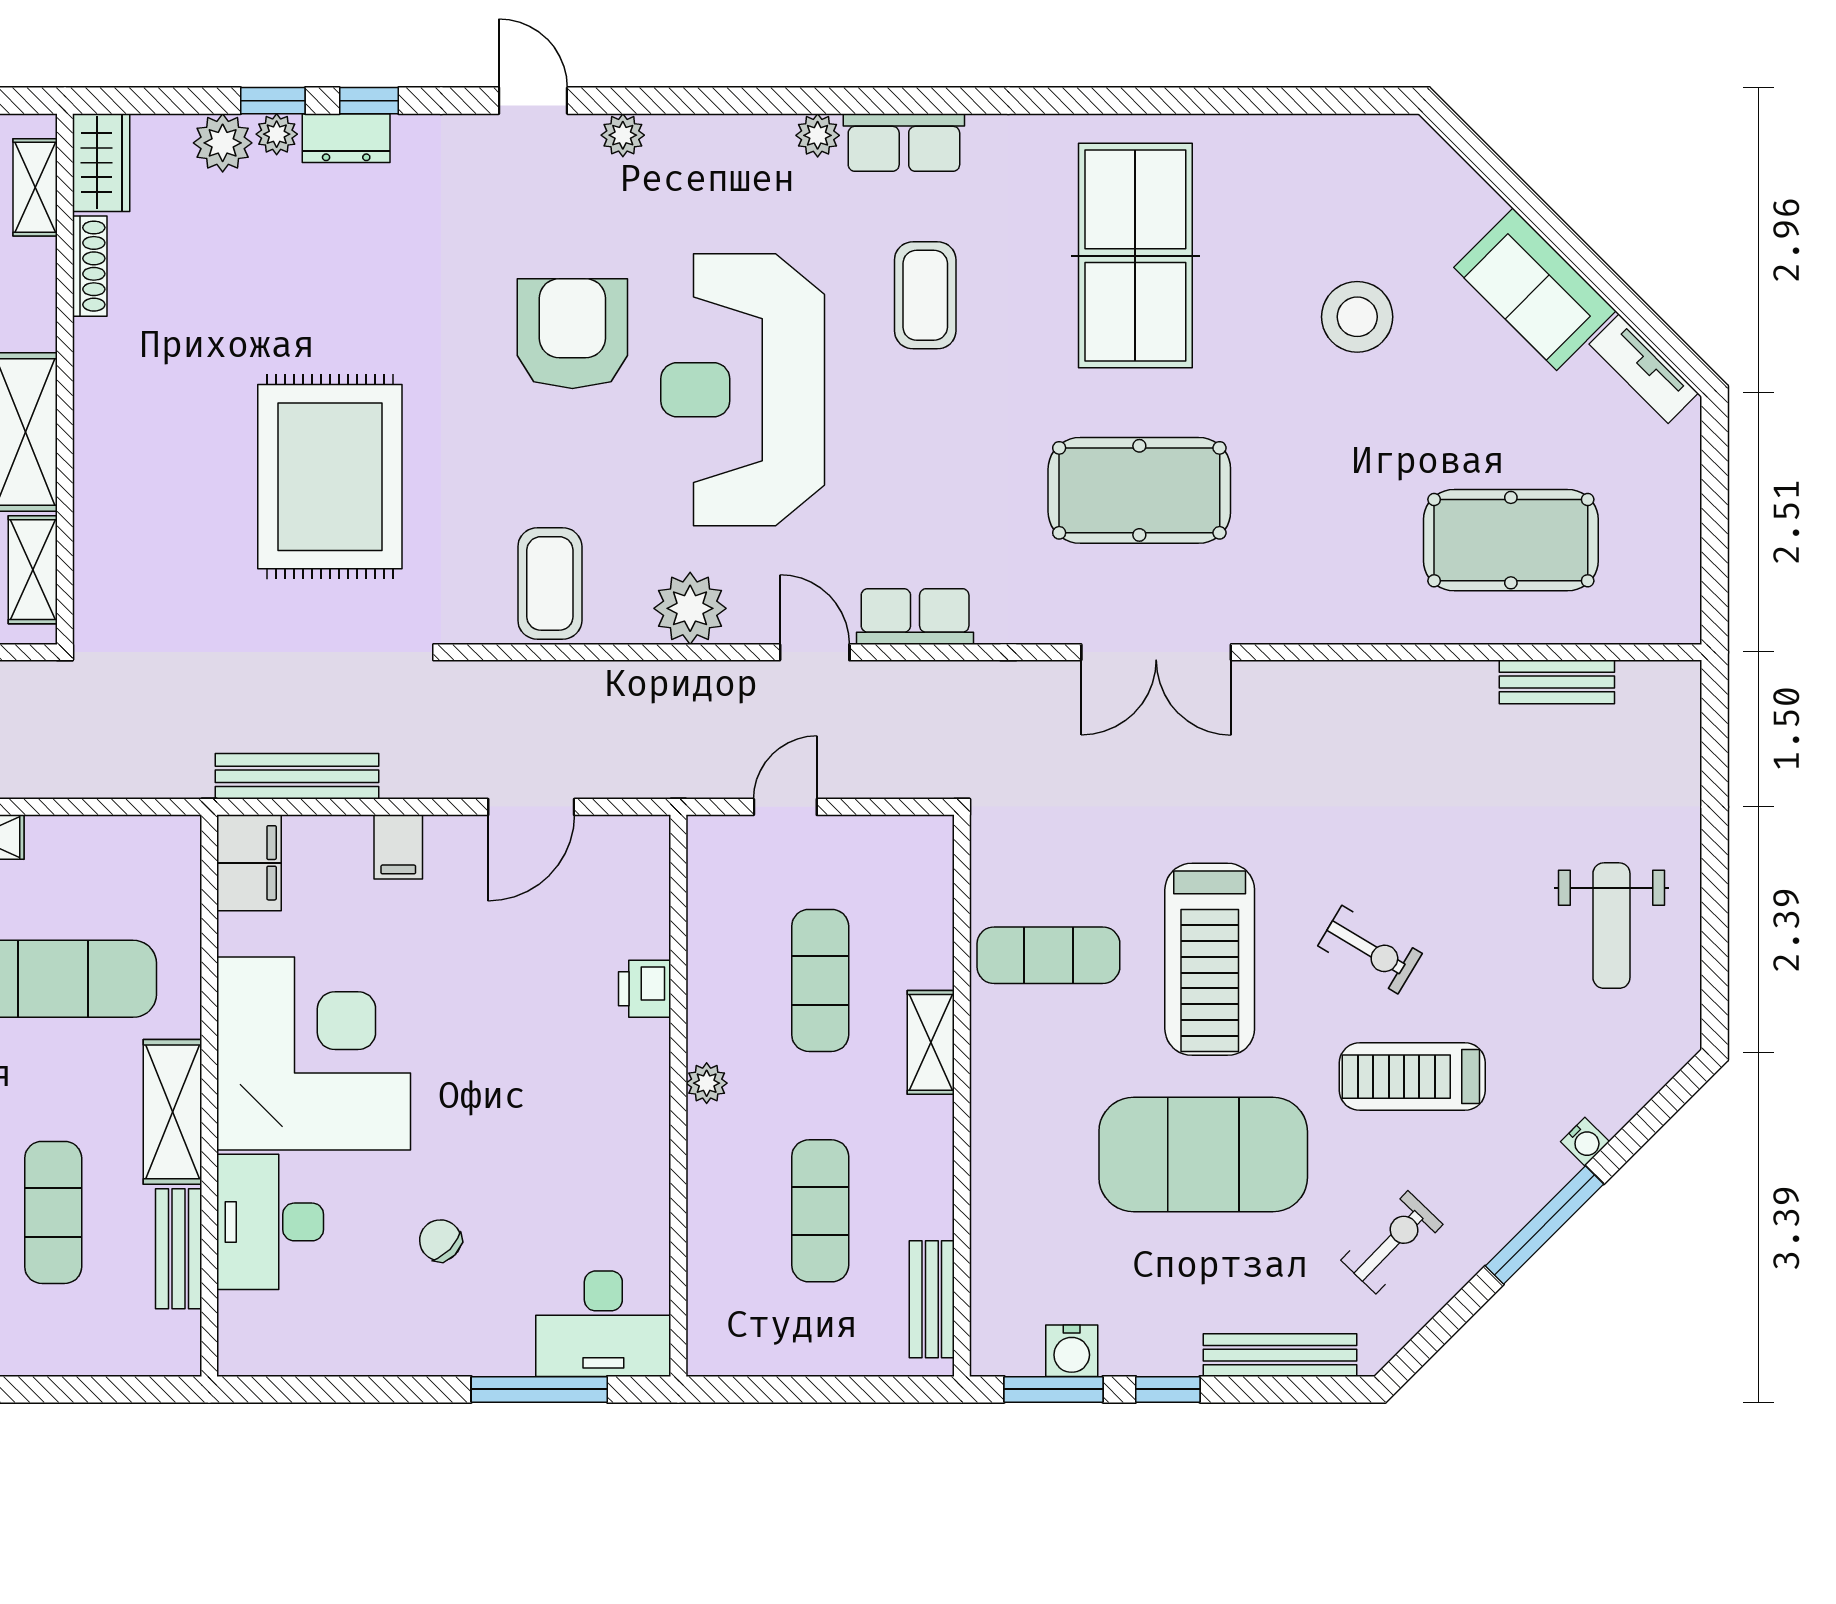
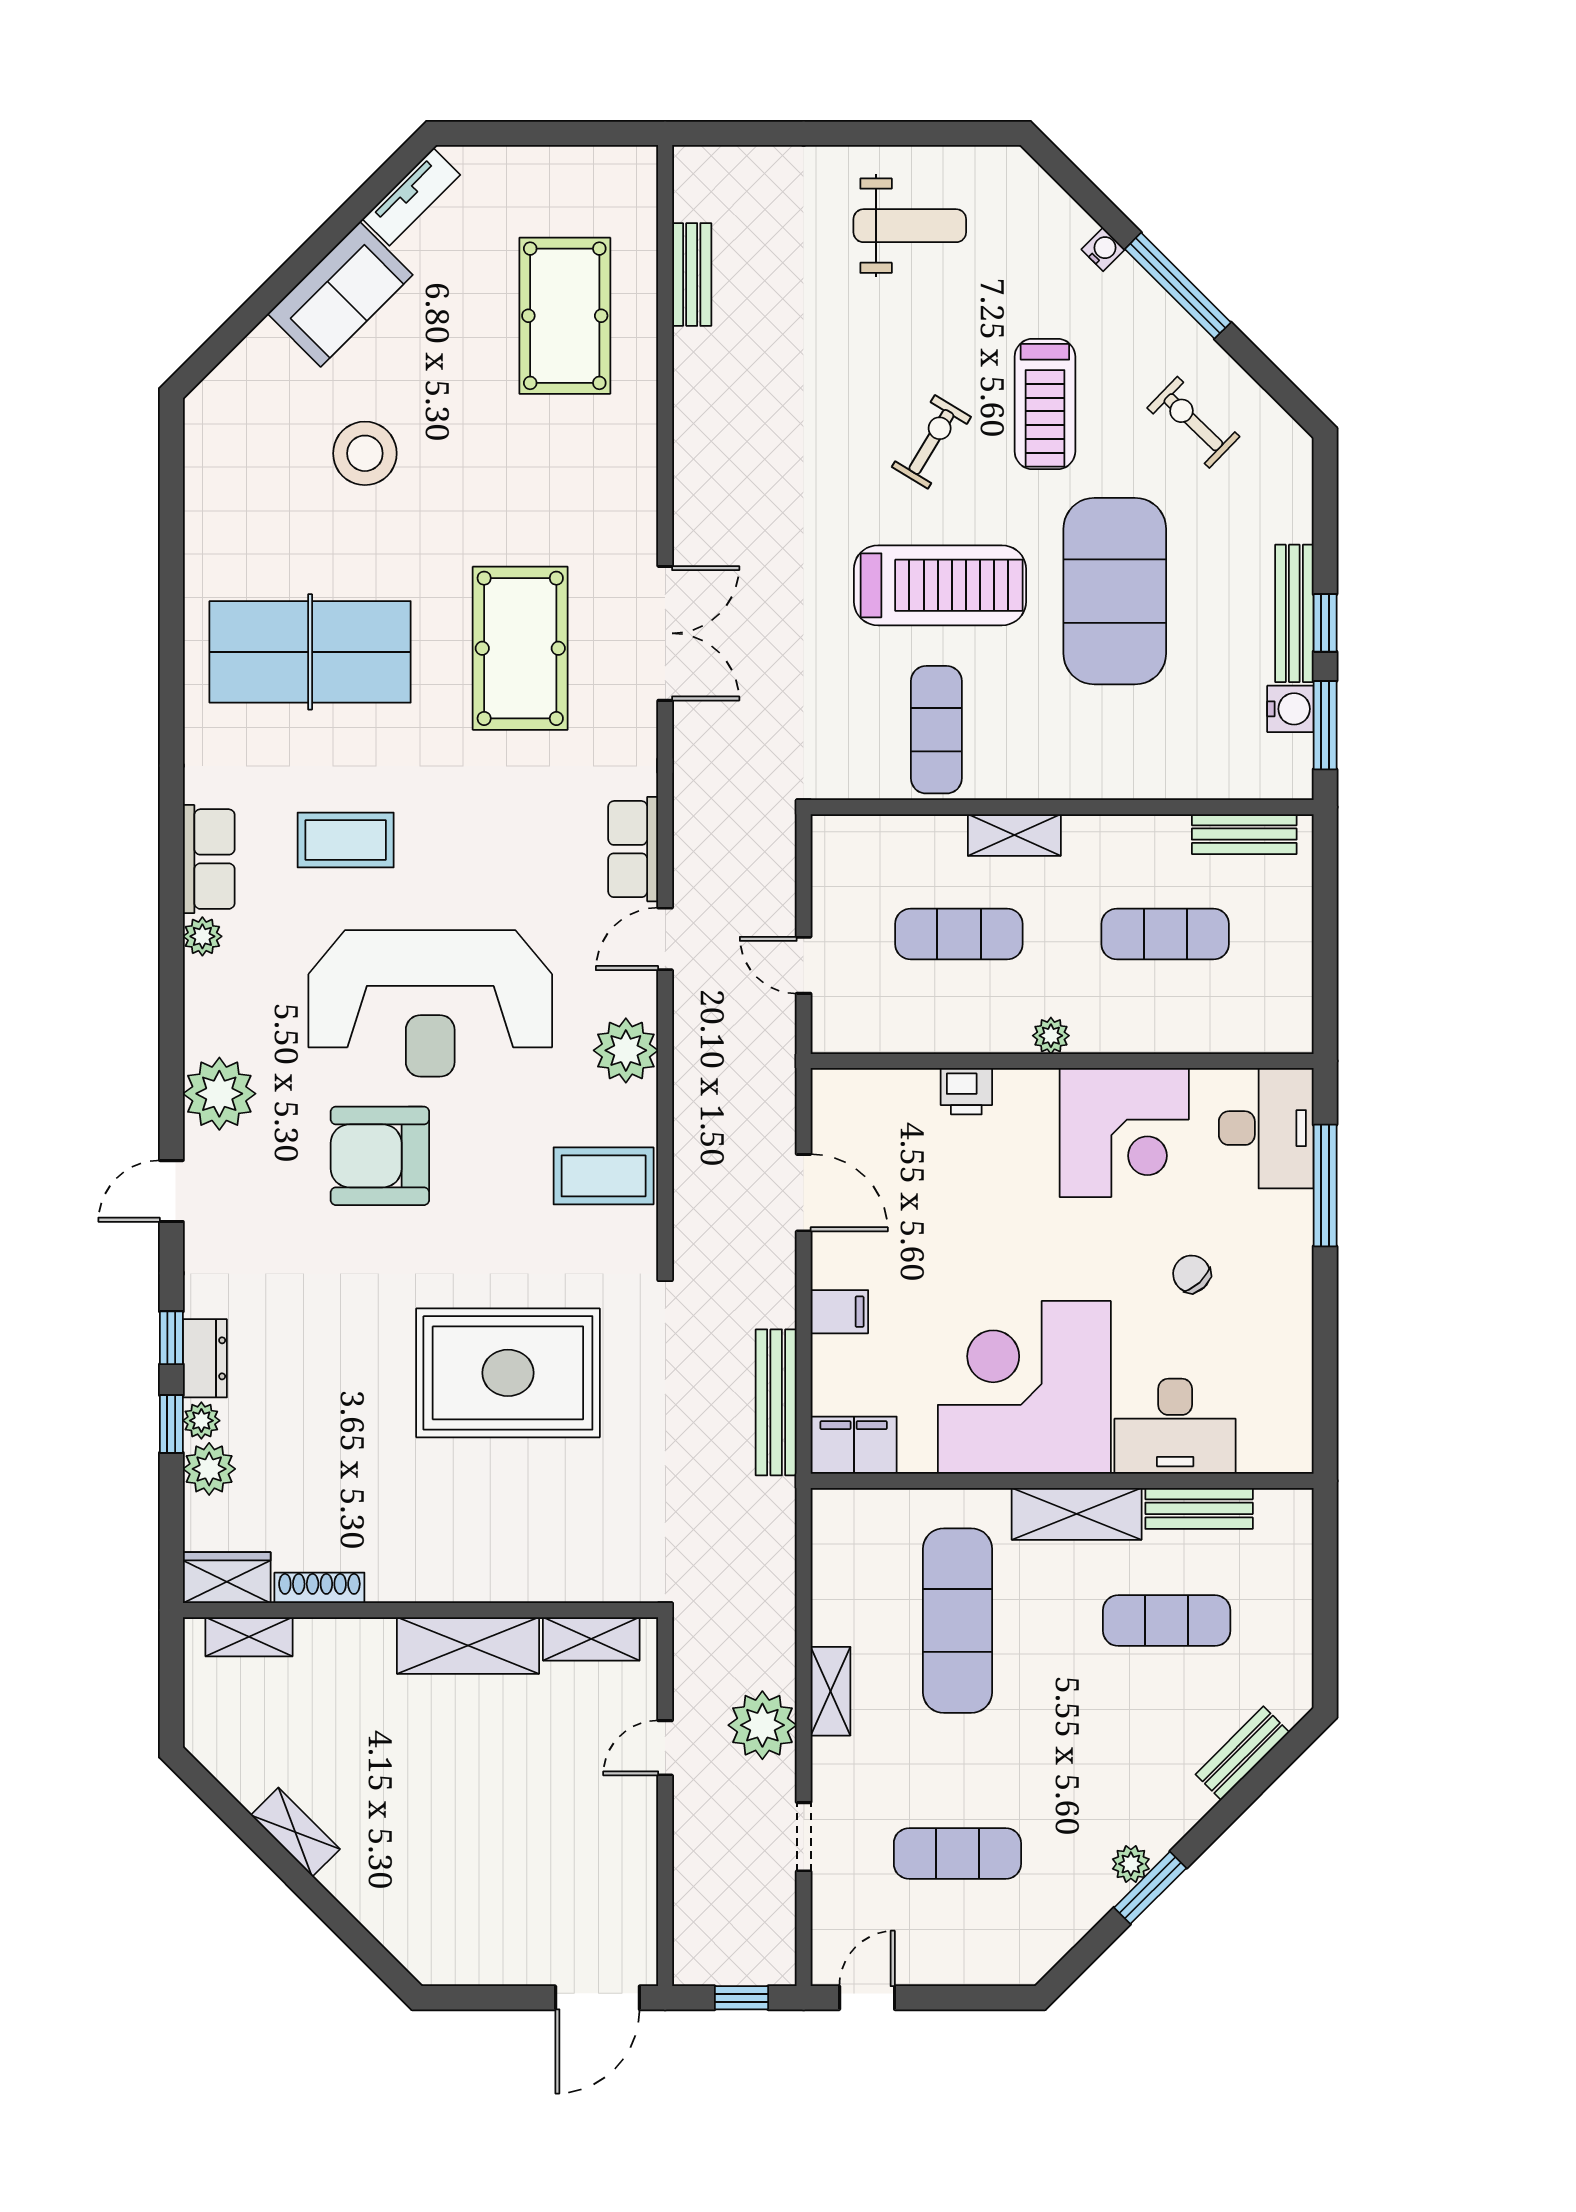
plant: (623, 135) -> (219, 1094), width x1.88, depth x1.88
corner desk: (598, 1165) -> (1124, 1132), added
chair: (440, 1240) -> (1192, 1274), turned 93
bench: (1280, 1355) -> (1294, 613), moved

